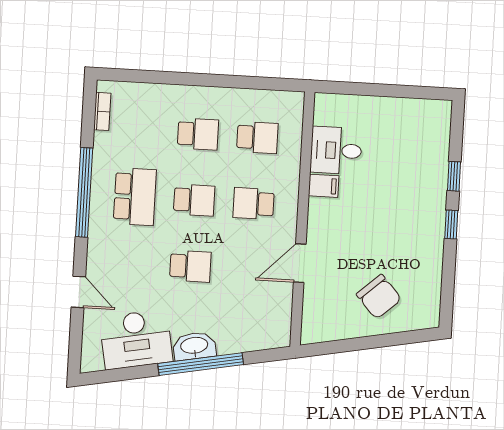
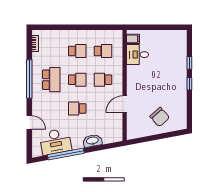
filing cabinet: (324, 186) -> (133, 39), moved
school desk: (190, 266) -> (77, 108), turned 180
washbasin: (194, 346) -> (92, 141), moved
window: (201, 364) -> (66, 154), moved

